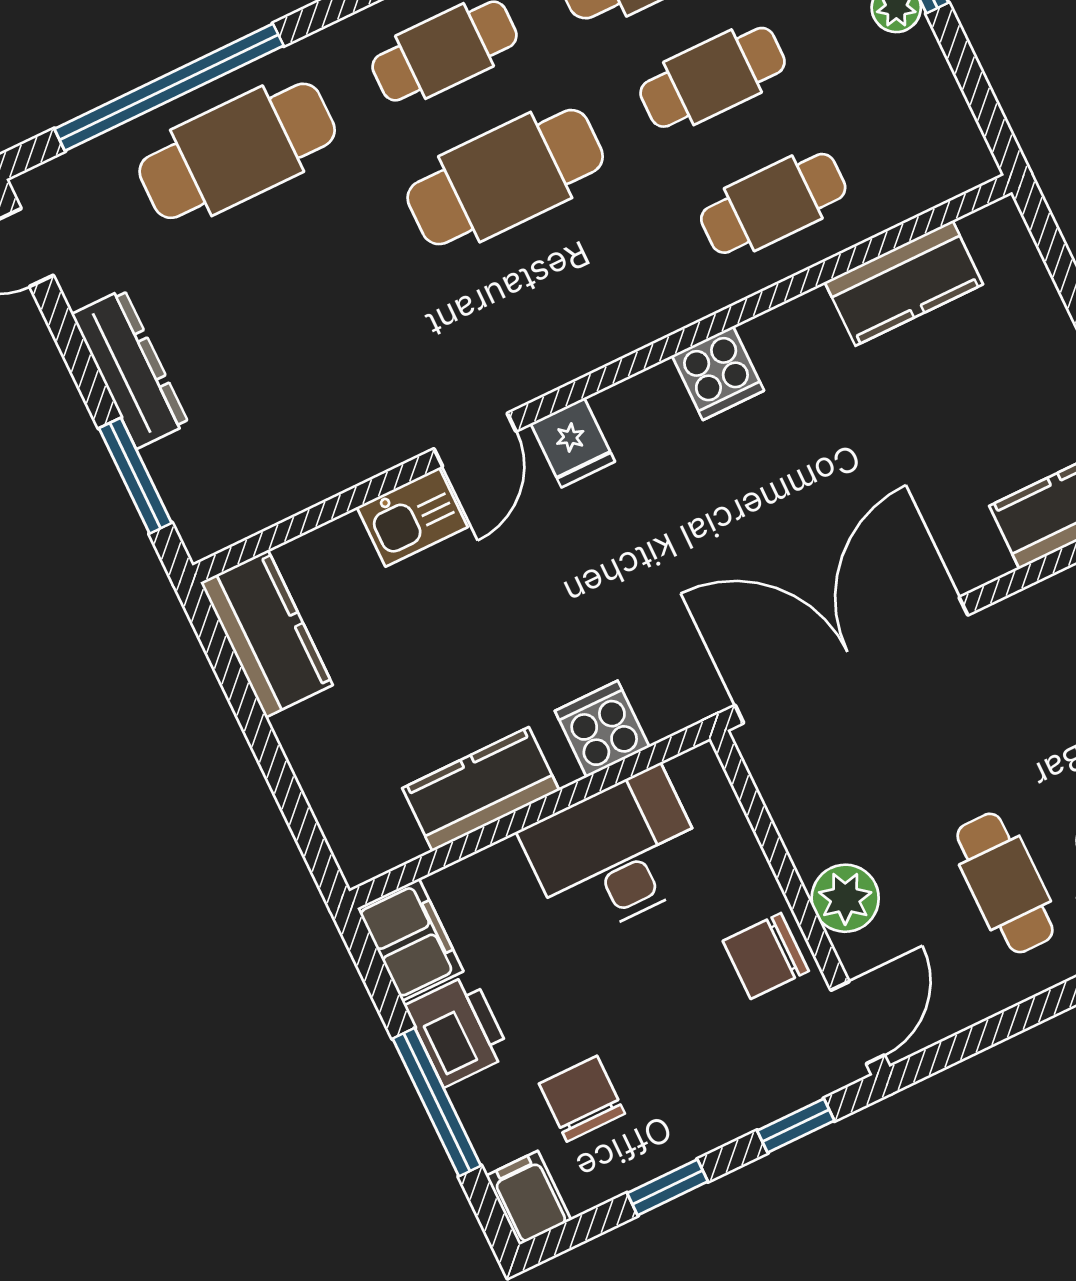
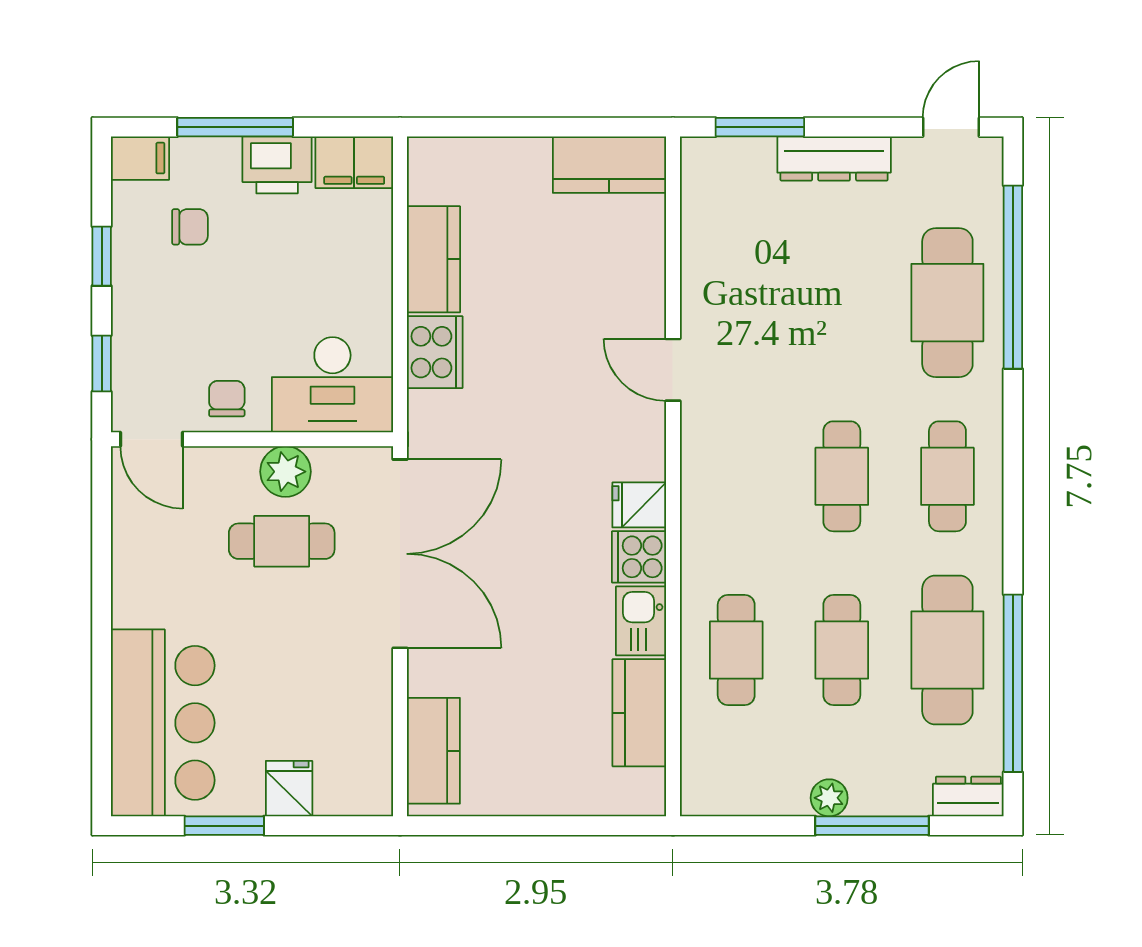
cafe table: (505, 177) -> (842, 476), width x0.73, depth x0.74
fridge: (573, 443) -> (639, 505), moved
kitchen sink: (412, 517) -> (641, 621), moved
cooker: (602, 729) -> (435, 352), width x1.36
desk: (615, 854) -> (332, 385), moved, turned 90
cafe table: (1005, 883) -> (282, 541), moved
plant: (845, 898) -> (285, 472), moved
chair: (766, 956) -> (227, 399), width x0.73, depth x0.73
chair: (582, 1099) -> (190, 227), width x0.73, depth x0.73

